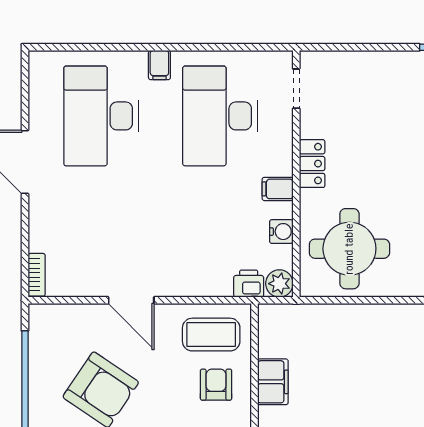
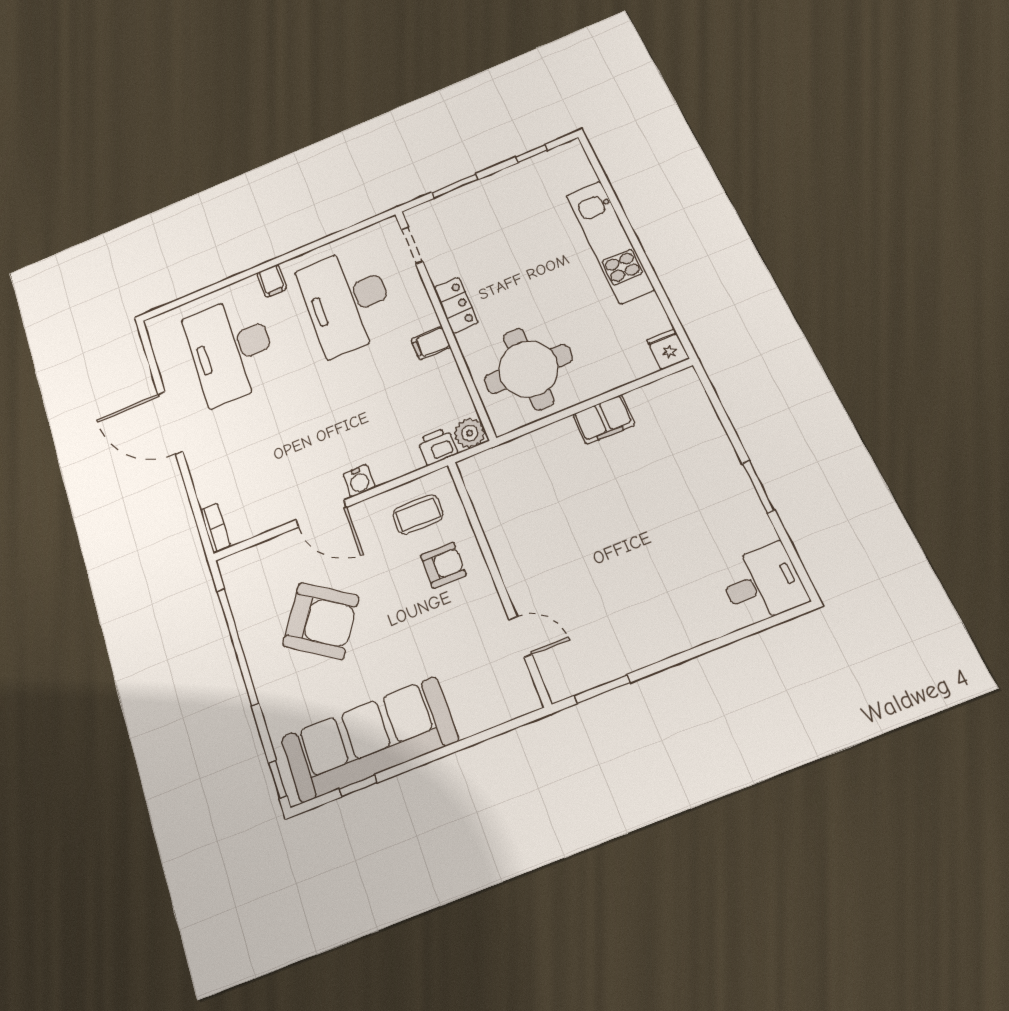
window: (356, 47) -> (455, 186), added
water cooler: (281, 232) -> (359, 481), moved, turned 90
coffee table: (211, 335) -> (418, 514), width x0.73, depth x0.77
filing cabinet: (273, 382) -> (604, 420), moved, turned 90
armchair: (216, 385) -> (443, 565), turned 90

